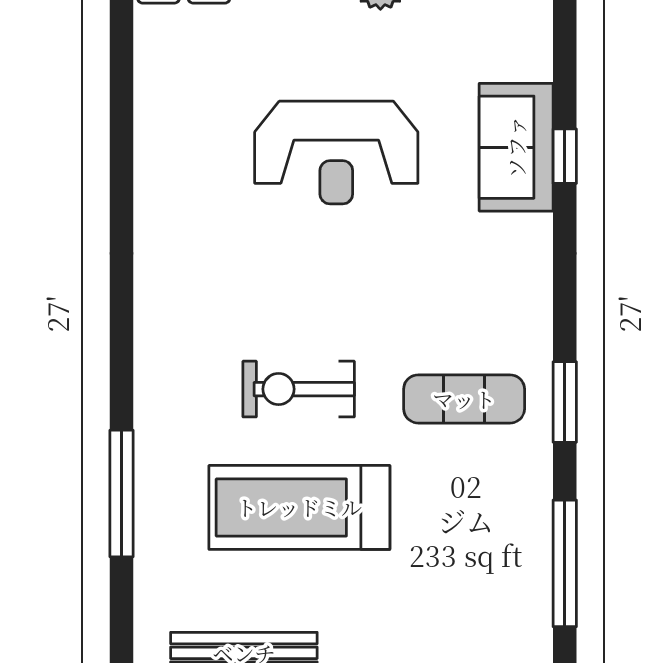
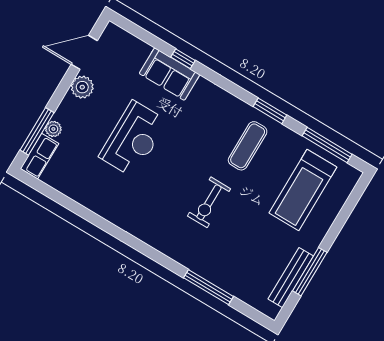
treadmill: (299, 507) -> (303, 190), moved

